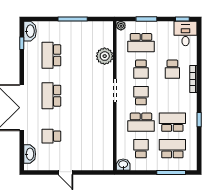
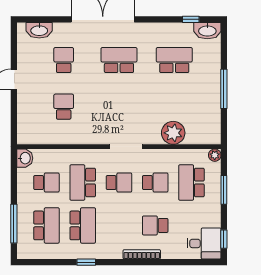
school desk: (141, 69) -> (155, 183), turned 180
school desk: (86, 136) -> (64, 107), added

